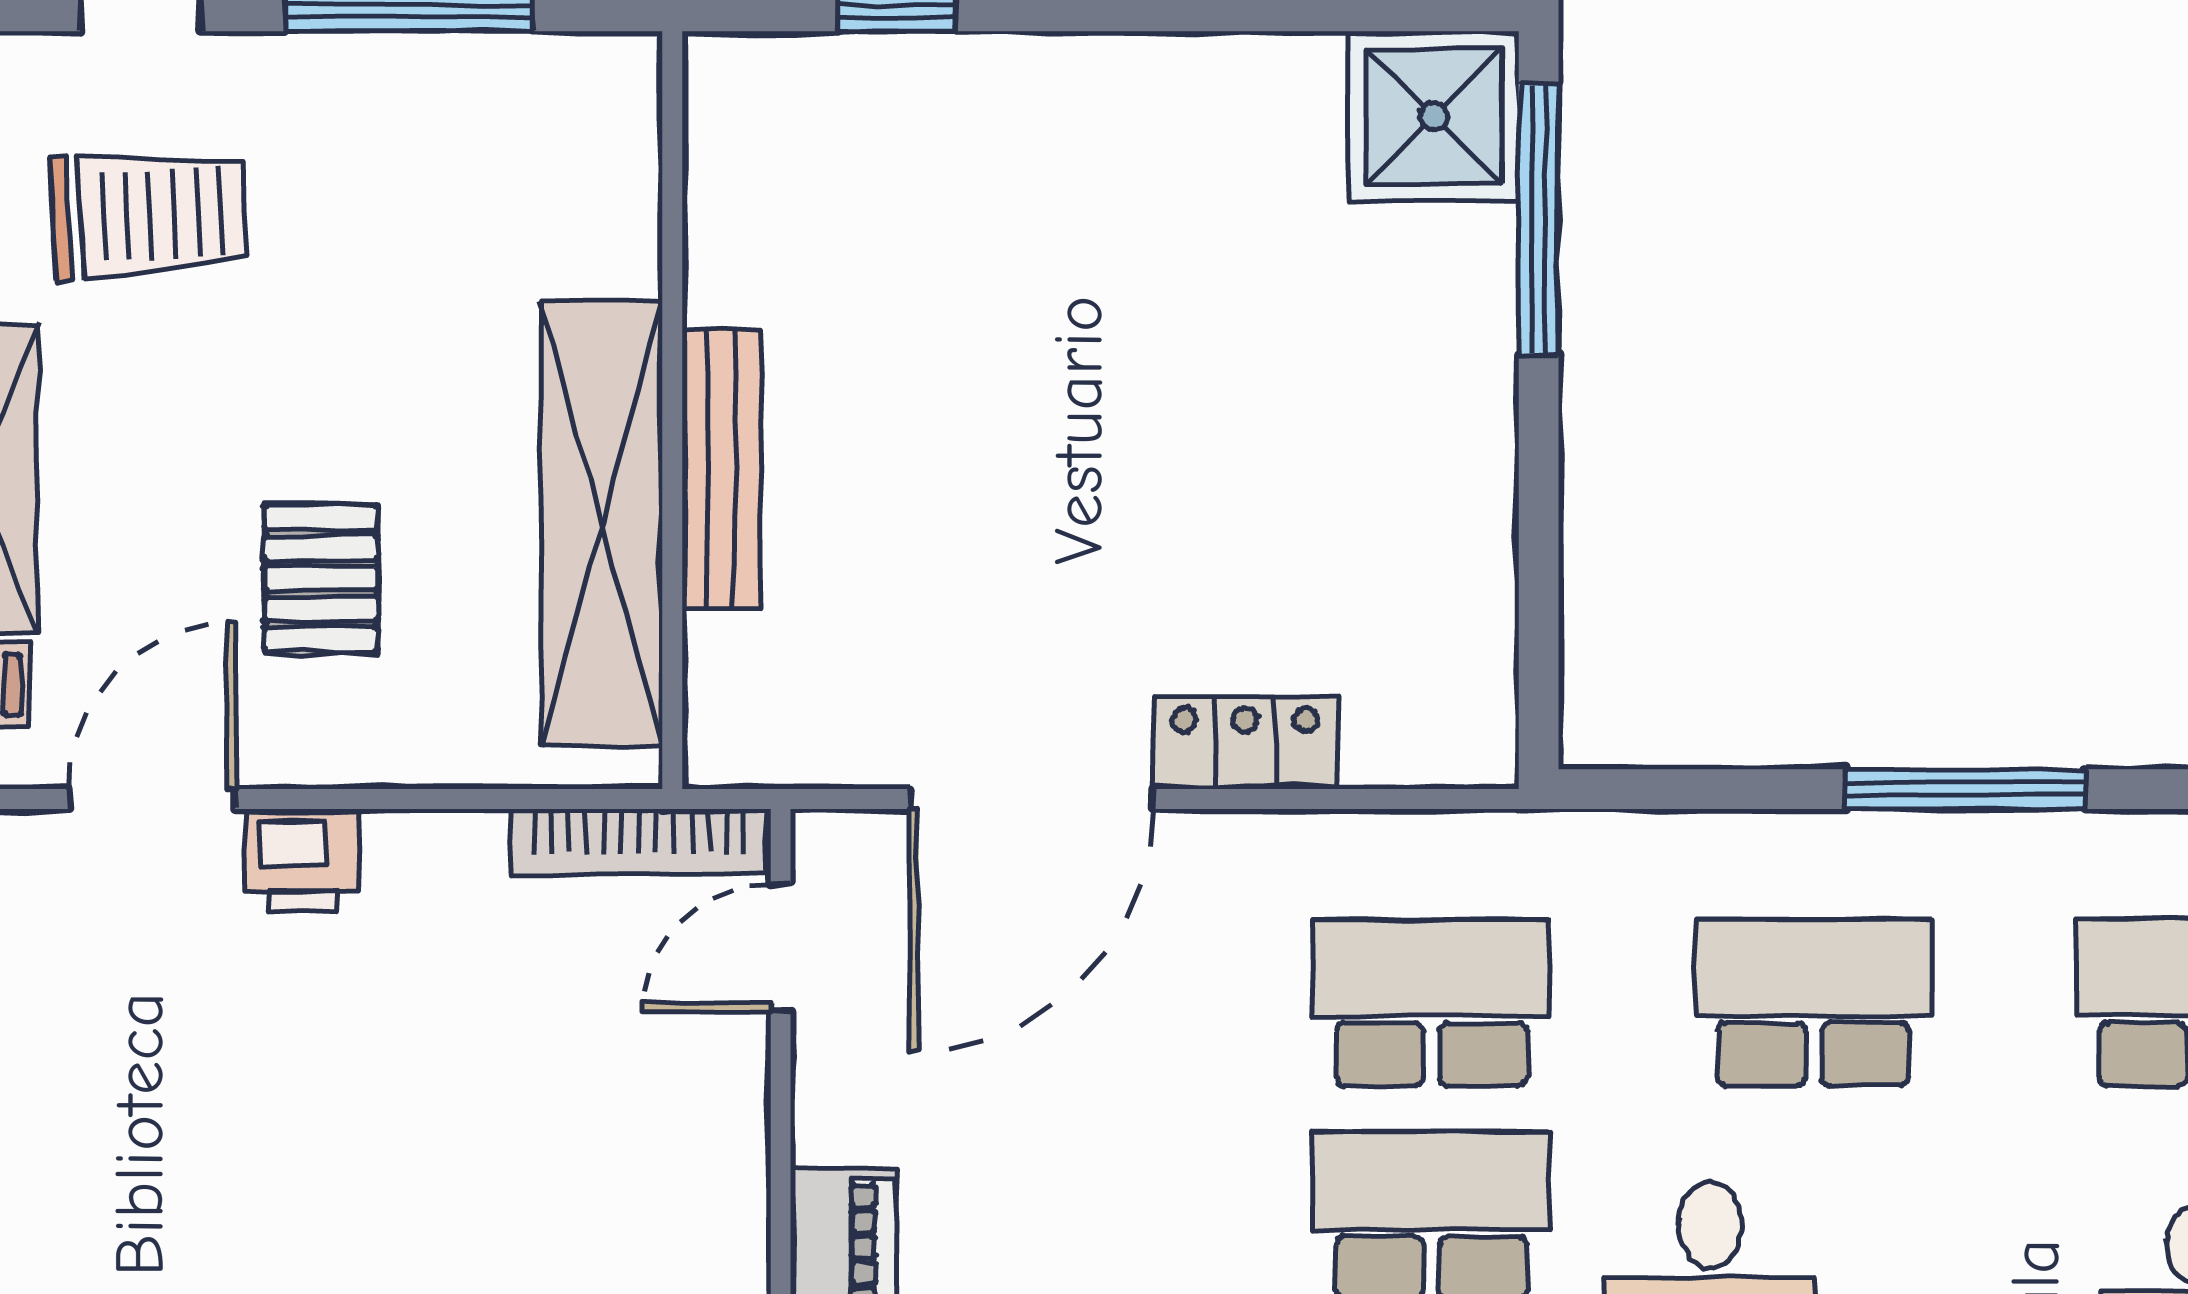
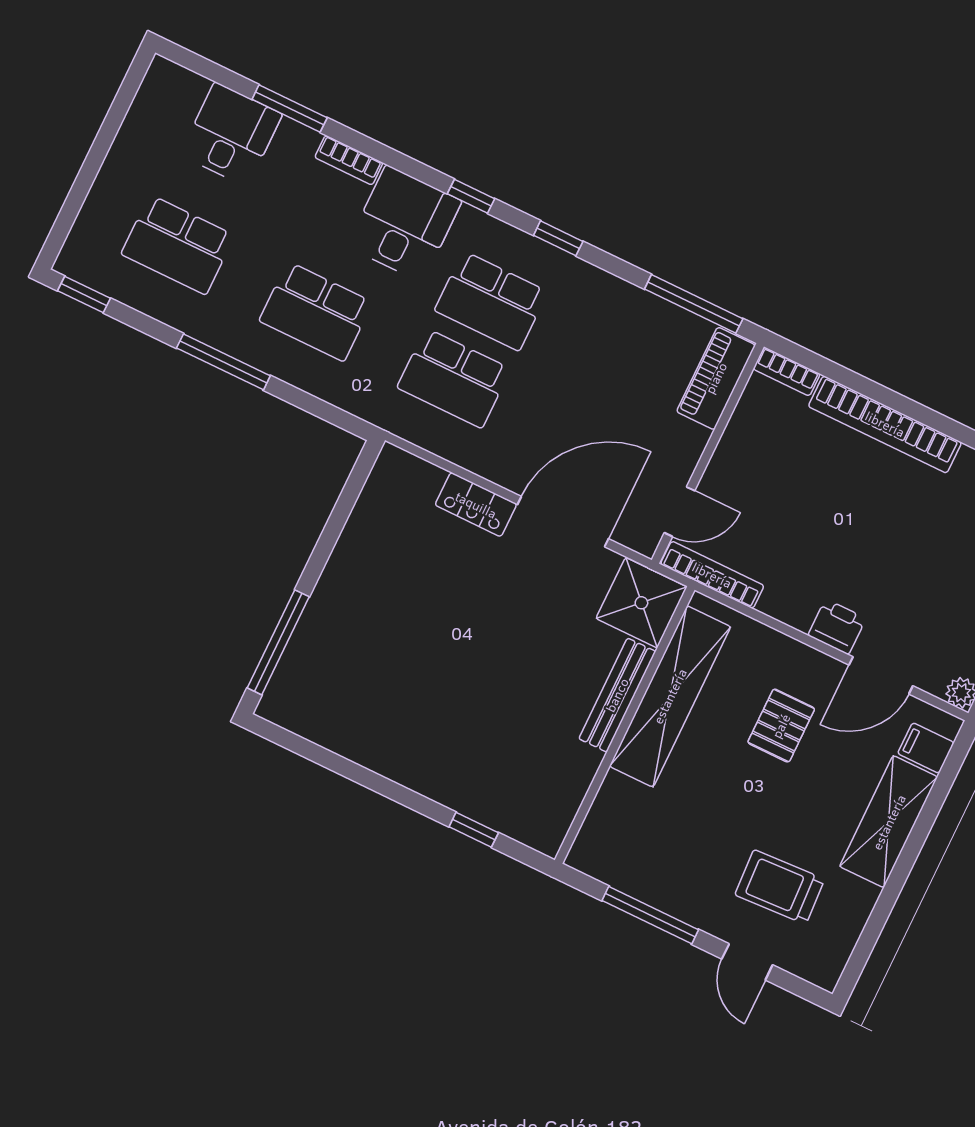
shower: (1434, 116) -> (641, 603), moved

